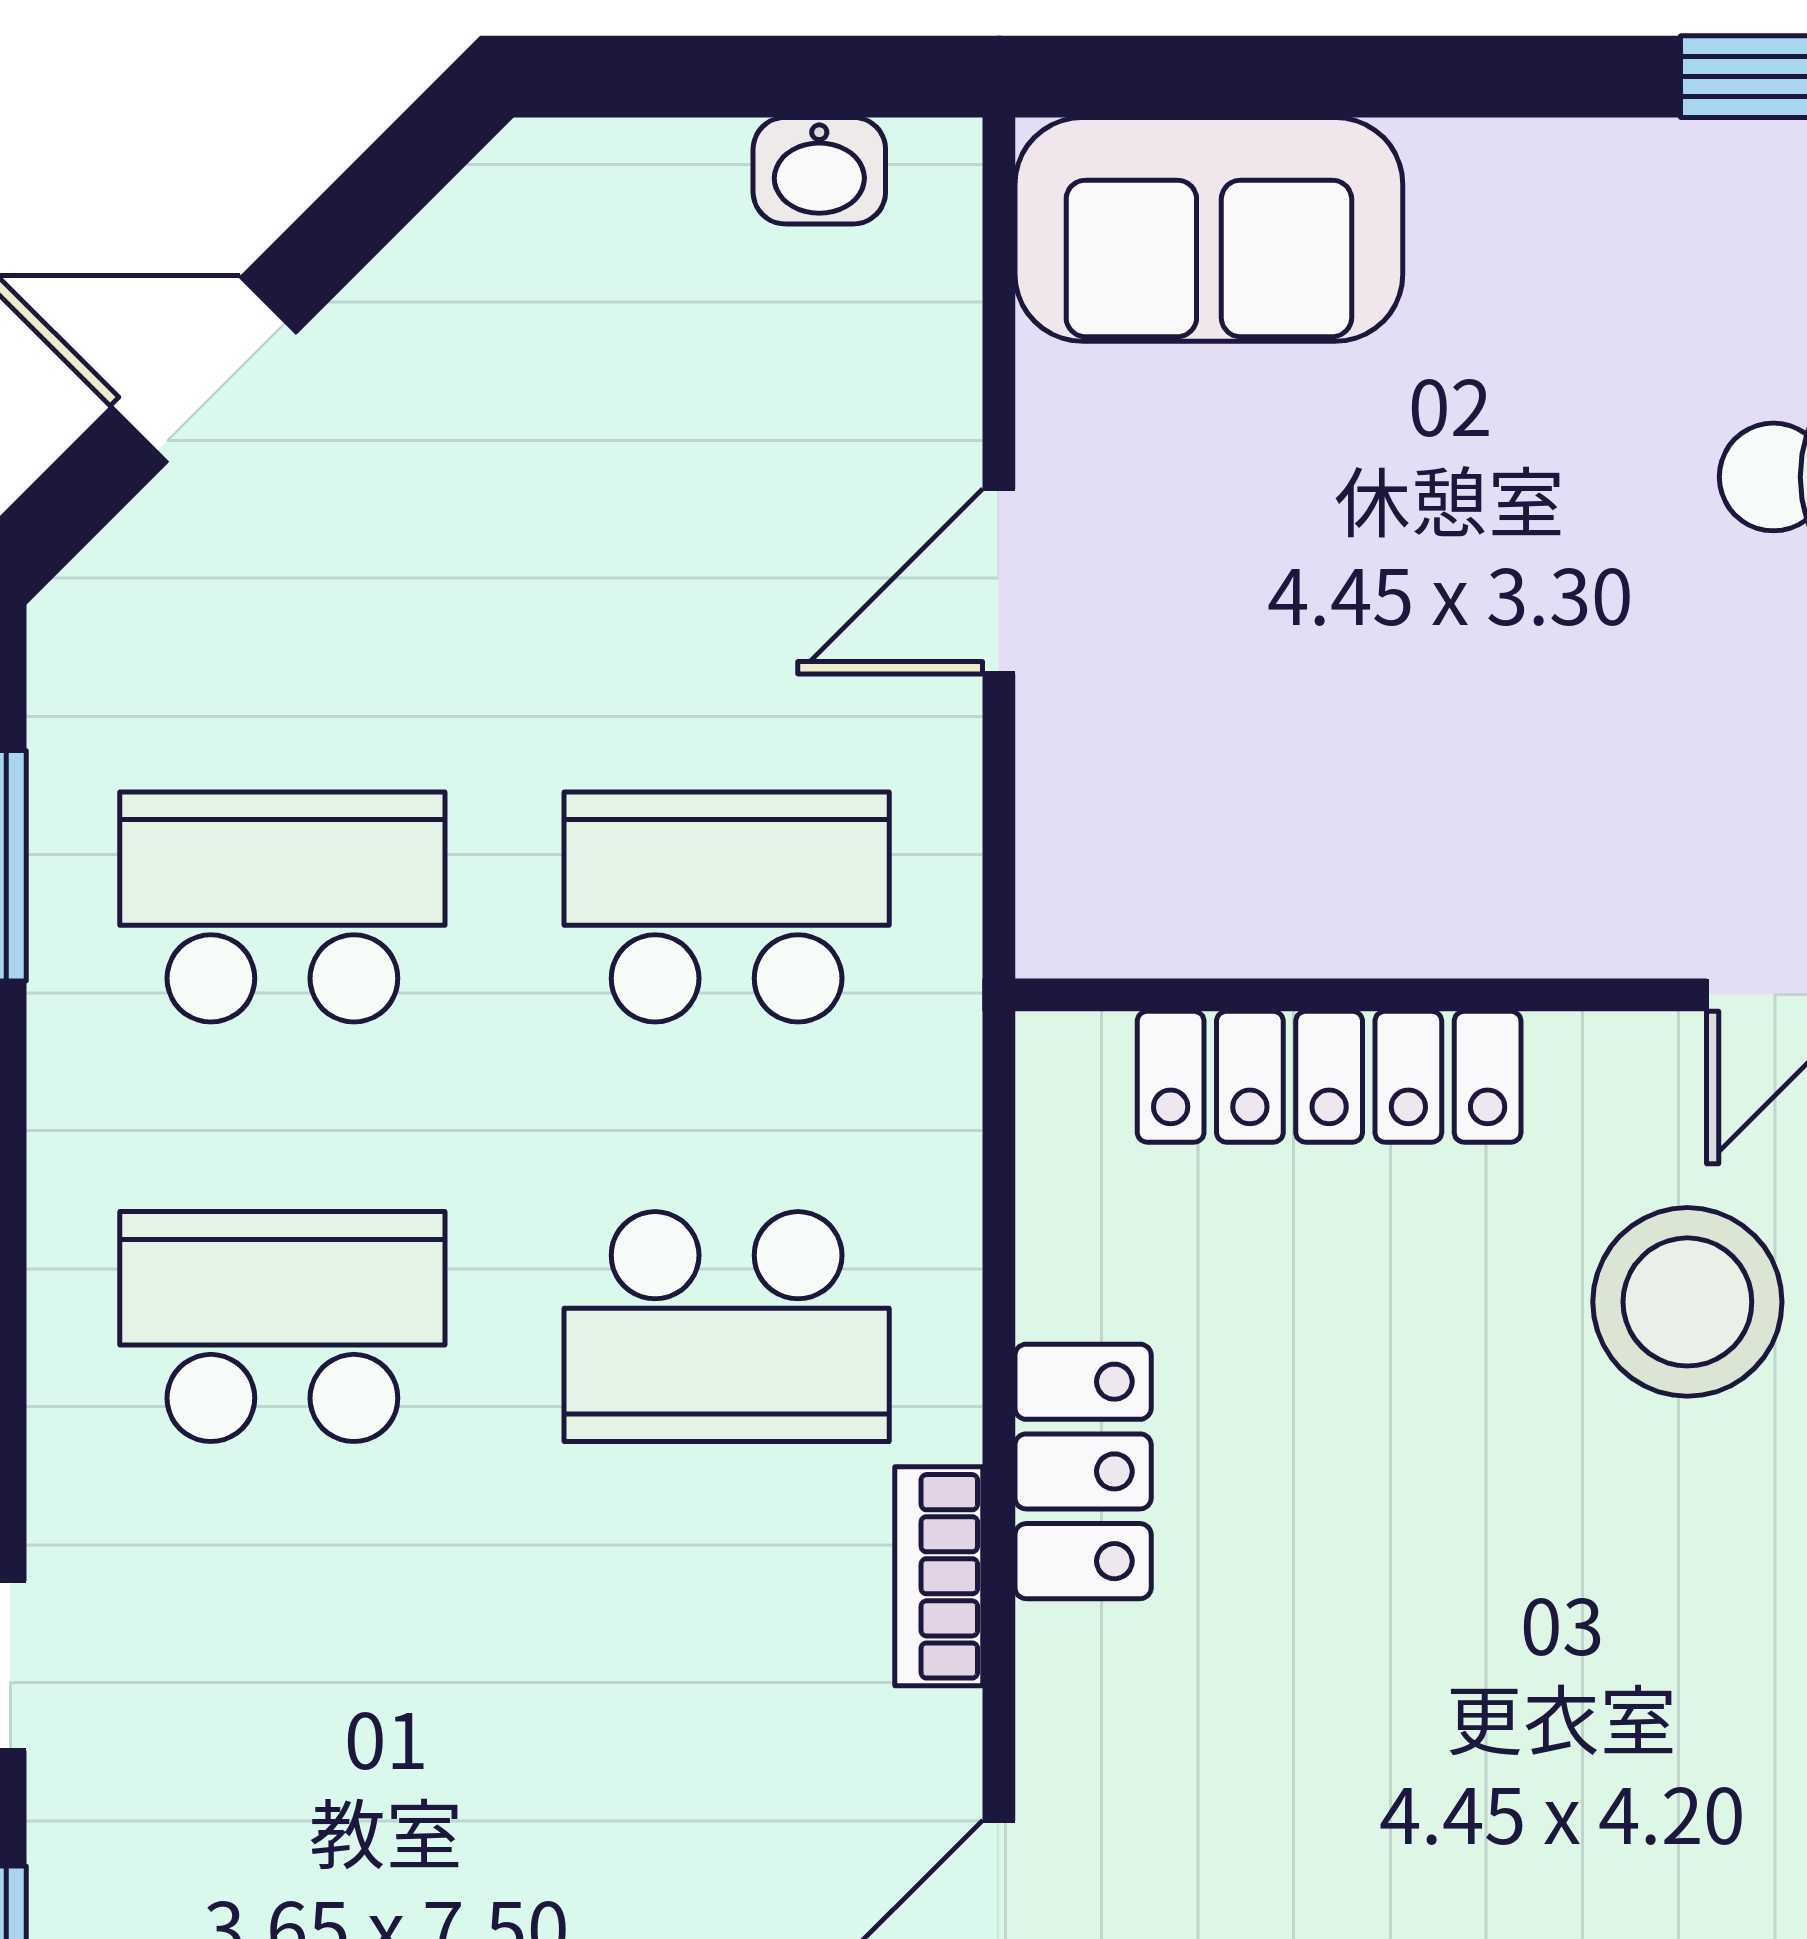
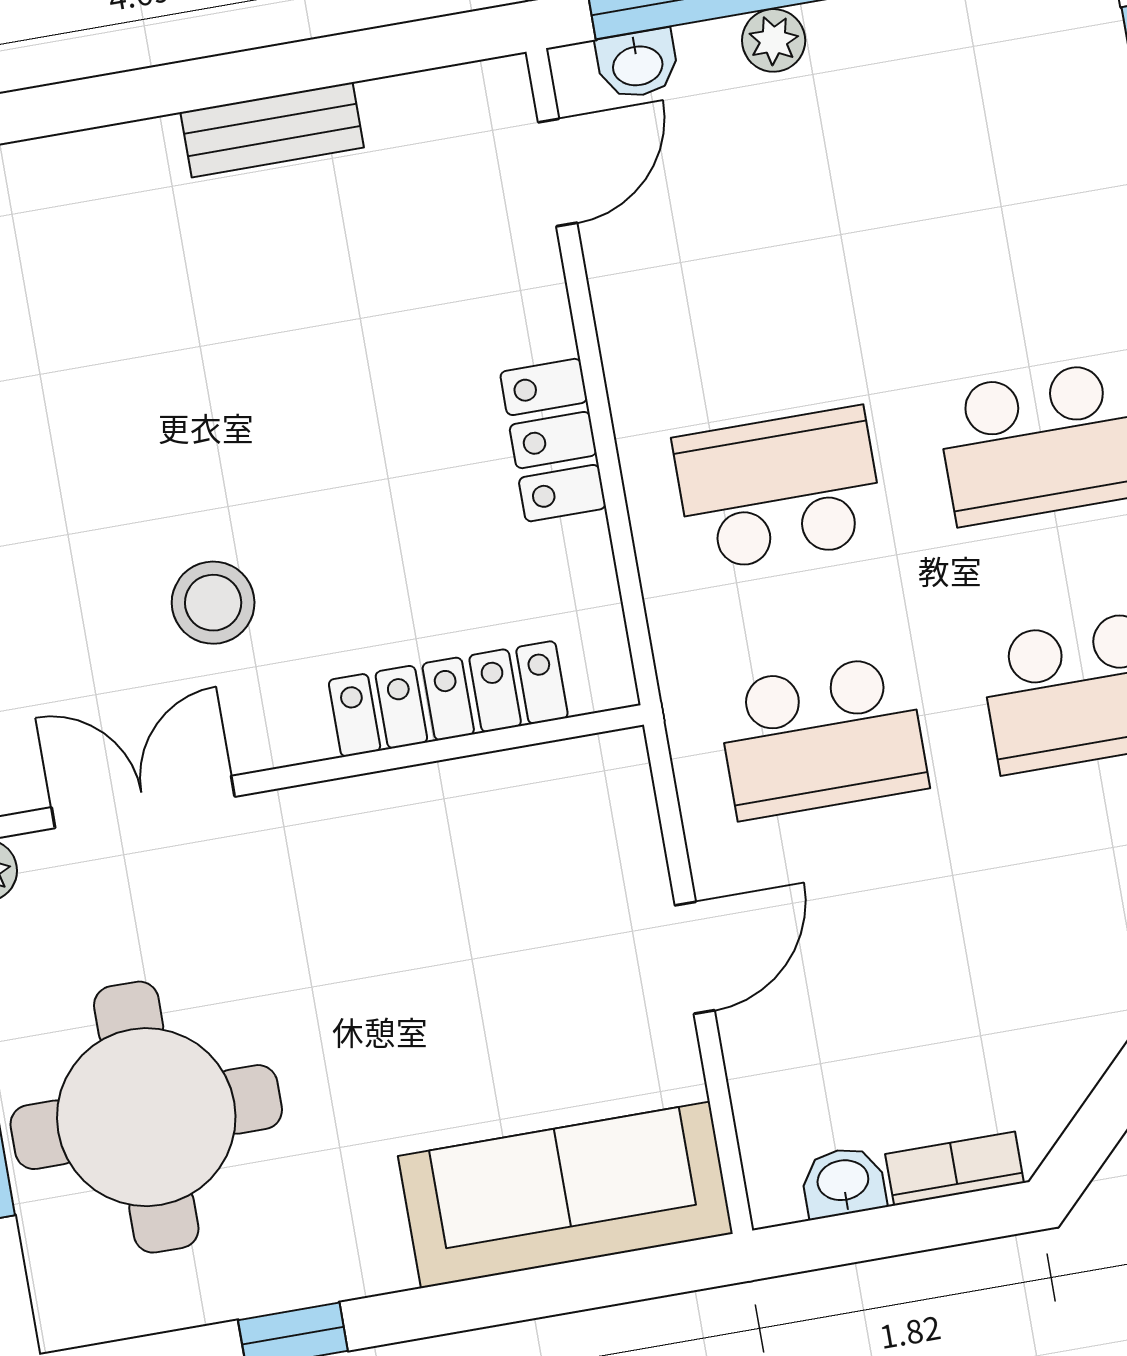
sofa: (1209, 229) -> (565, 1195), width x1.36
stool: (1687, 1302) -> (213, 603), width x0.73, depth x0.73
bookcase: (939, 1576) -> (955, 1169), moved, turned -90

